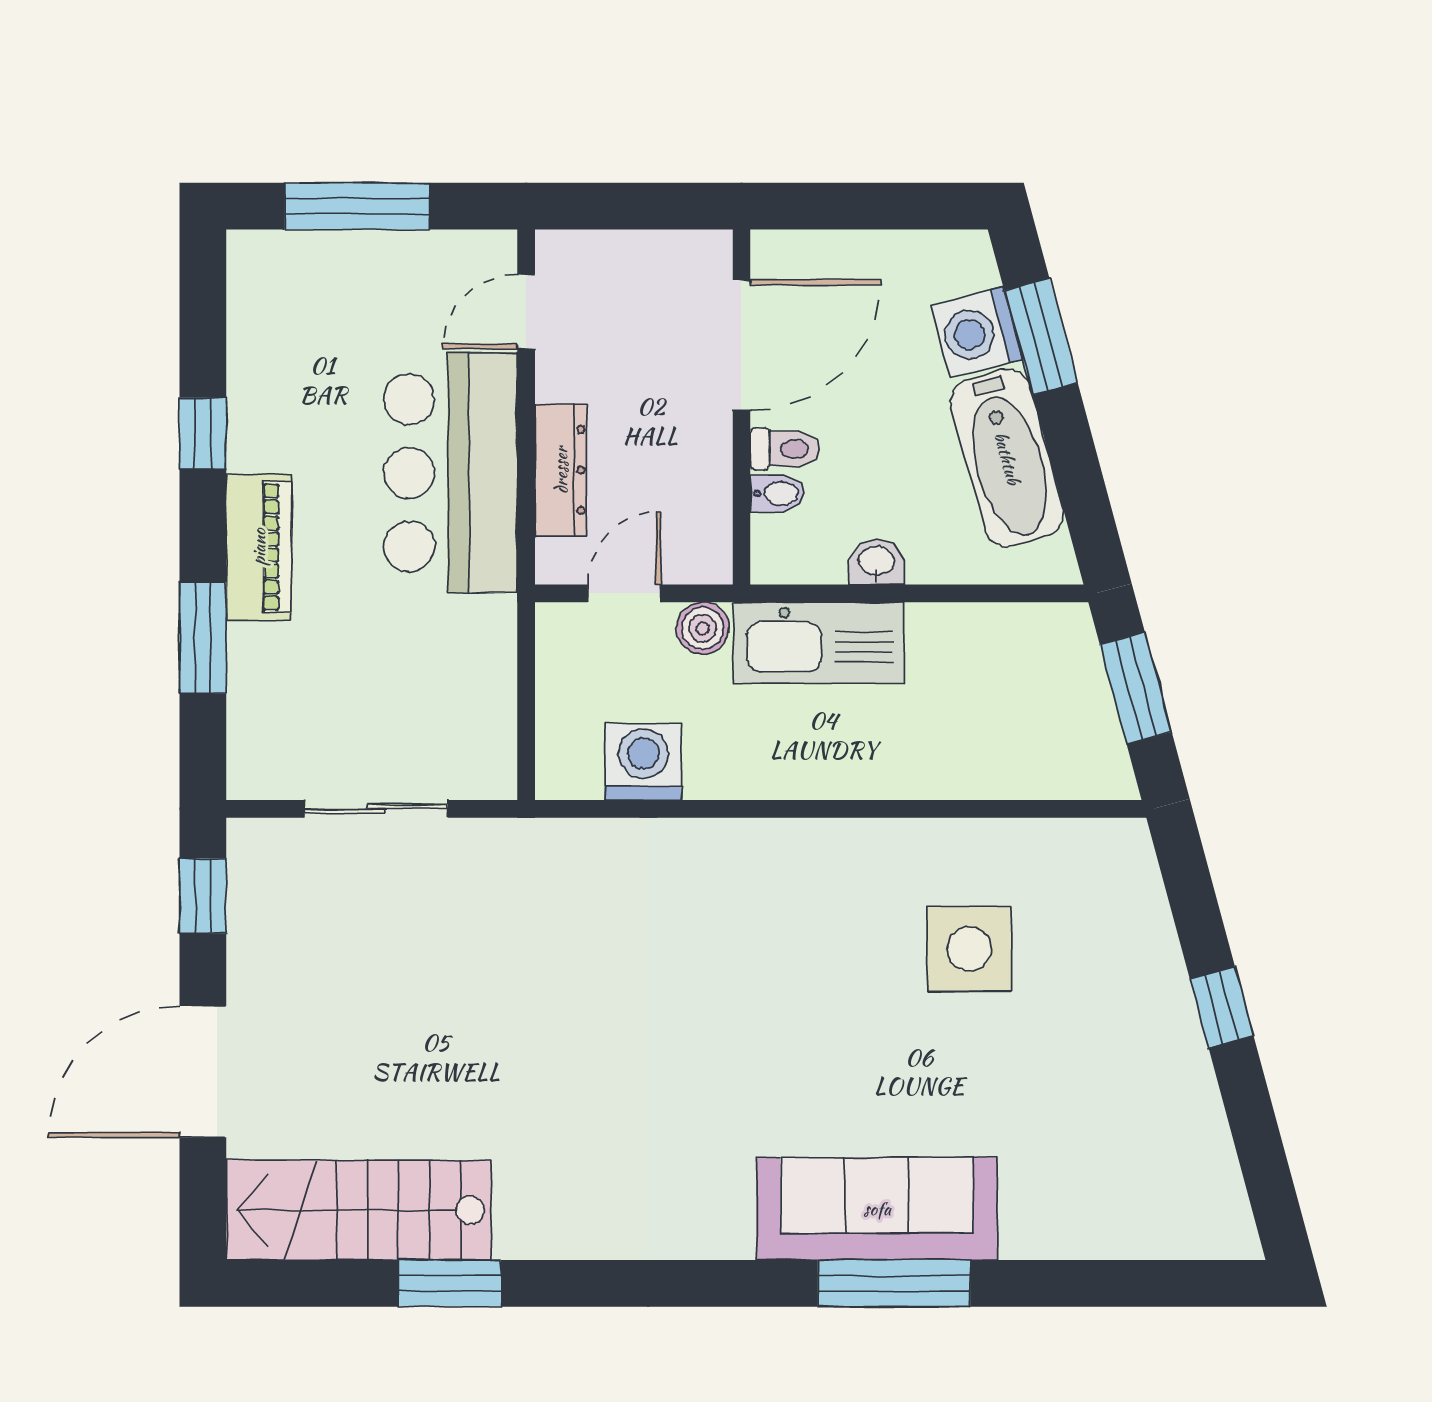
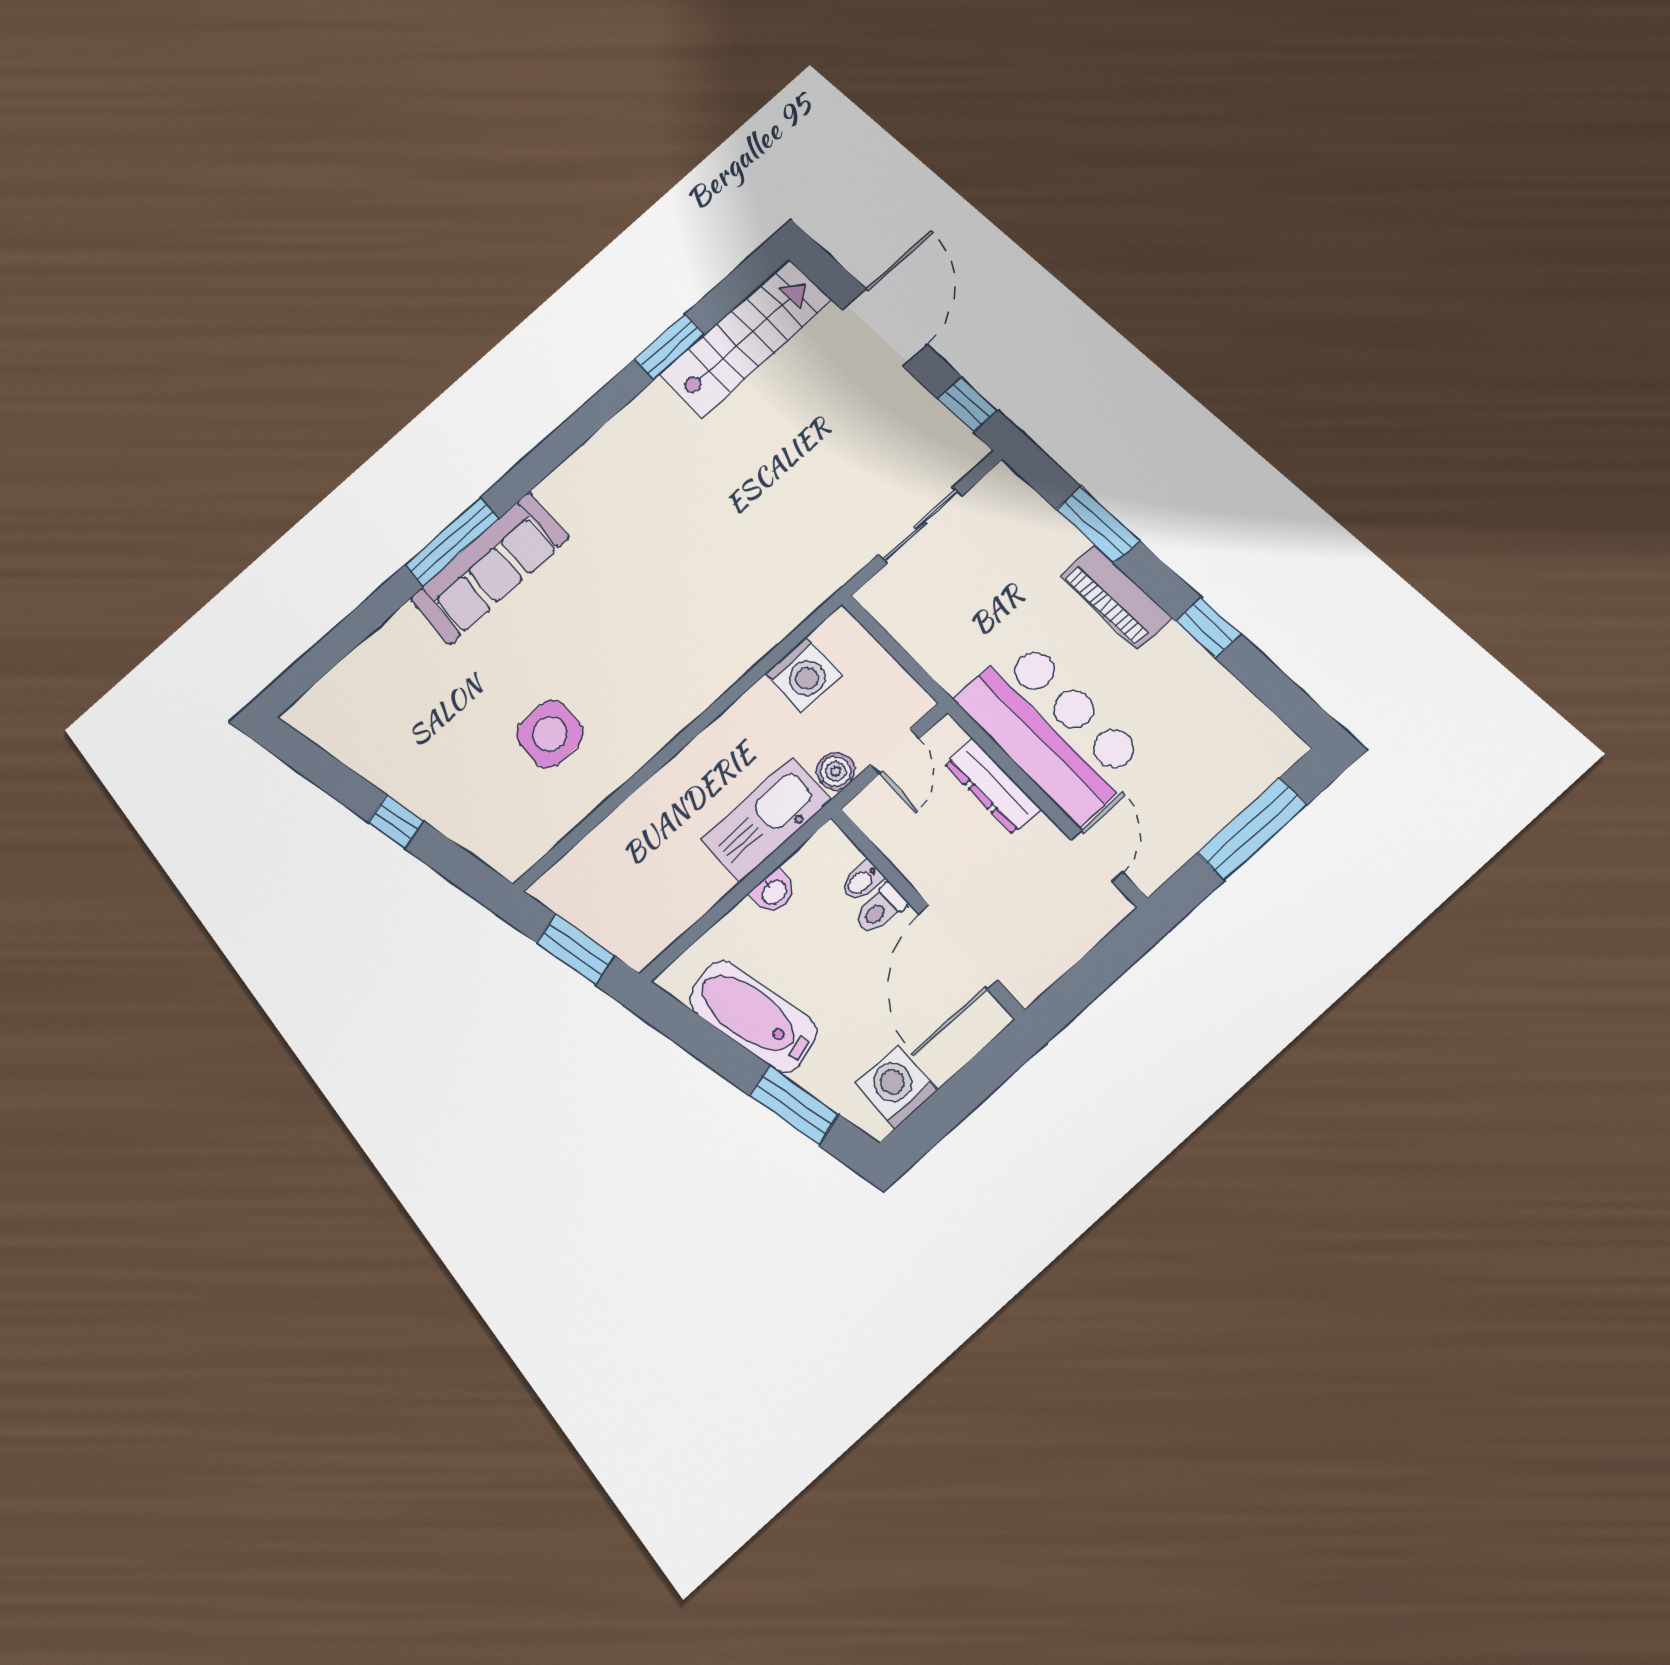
washing machine: (977, 333) -> (896, 1087), moved, turned -75

